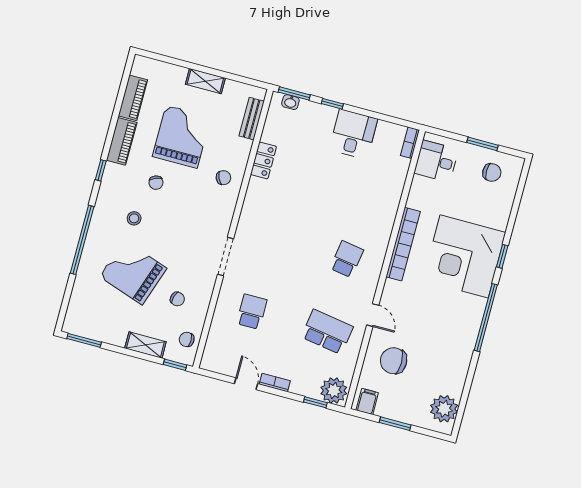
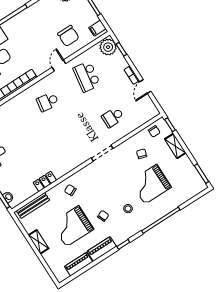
bench: (252, 119) -> (33, 205), width x1.36
grand piano: (133, 272) -> (151, 184), turned 71

